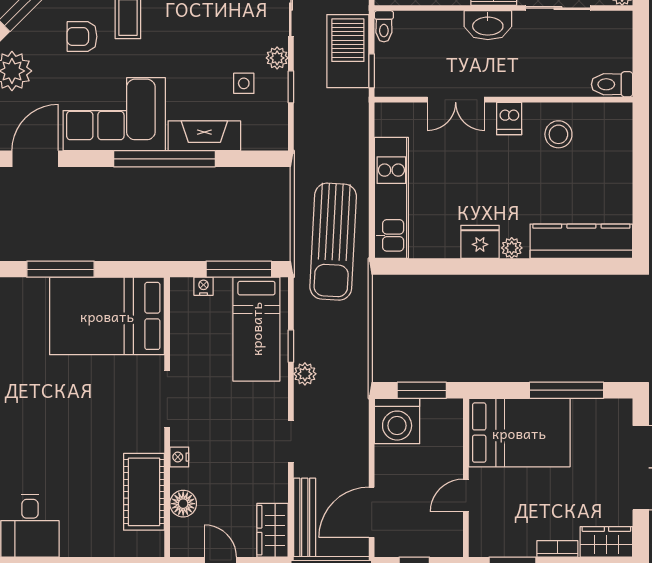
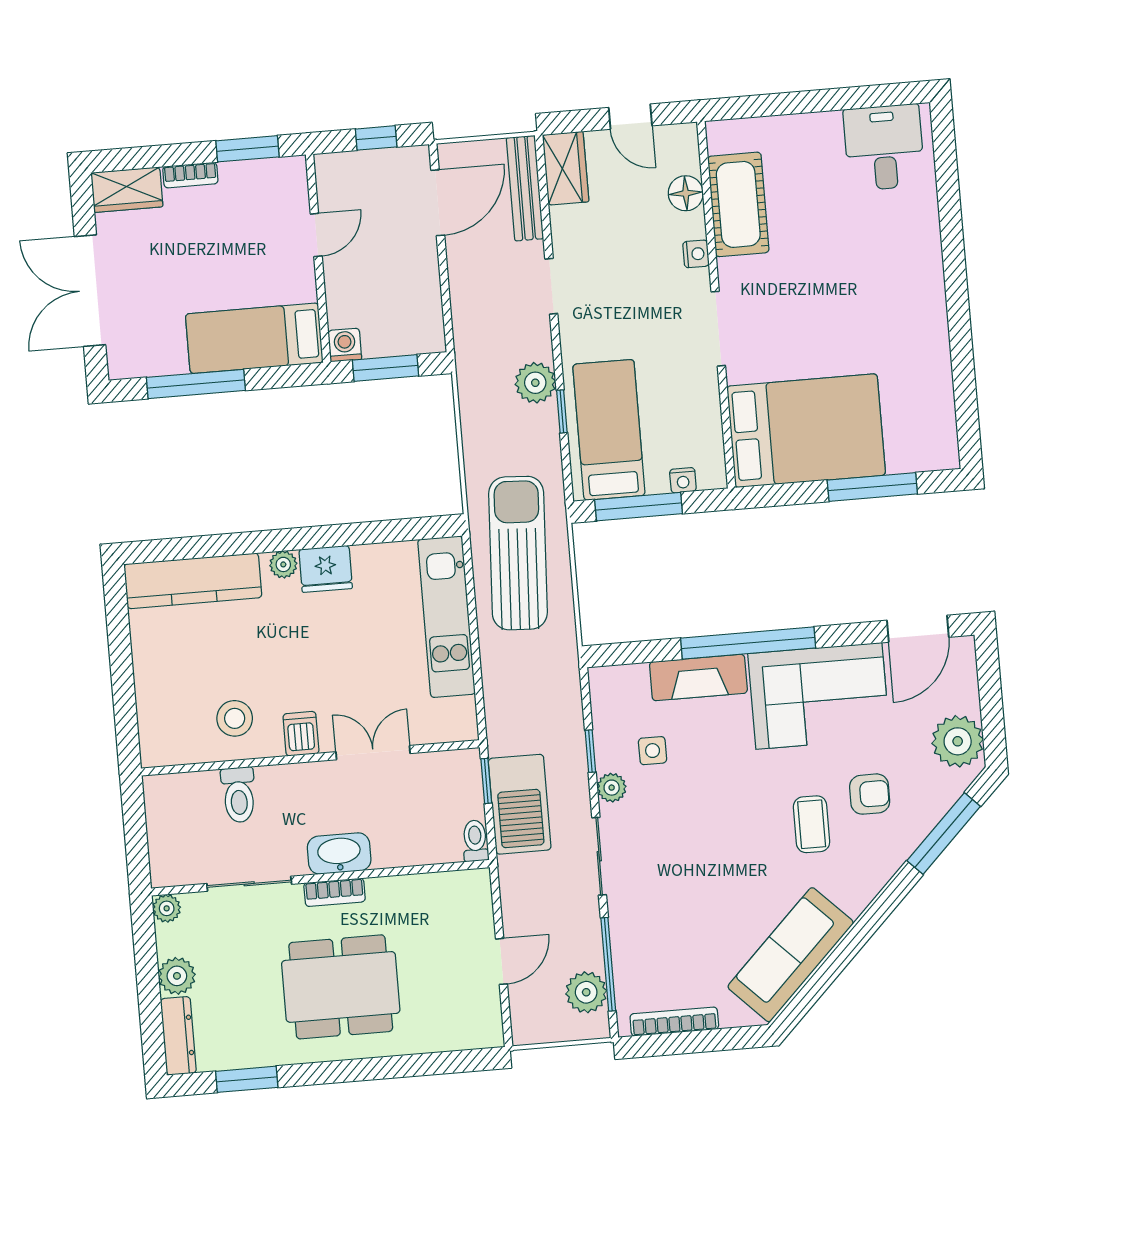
toilet: (612, 84) -> (239, 795), moved, turned 90
plant: (305, 374) -> (535, 383), width x1.38, depth x1.38
washing machine: (397, 421) -> (345, 345), moved, width x0.53, depth x0.53
bed: (519, 433) -> (254, 338), width x0.67

